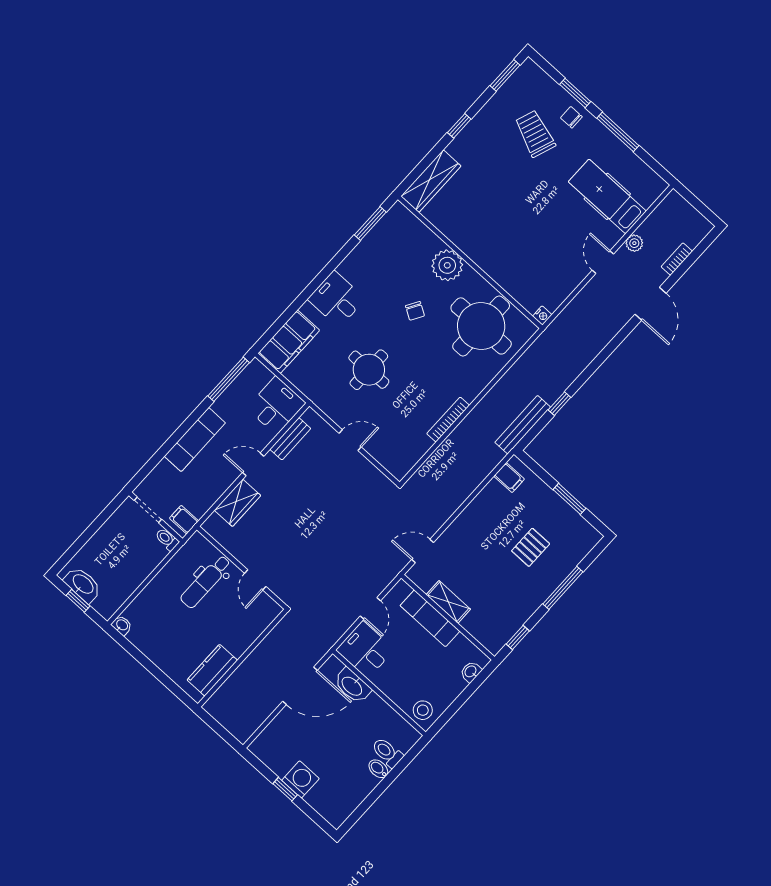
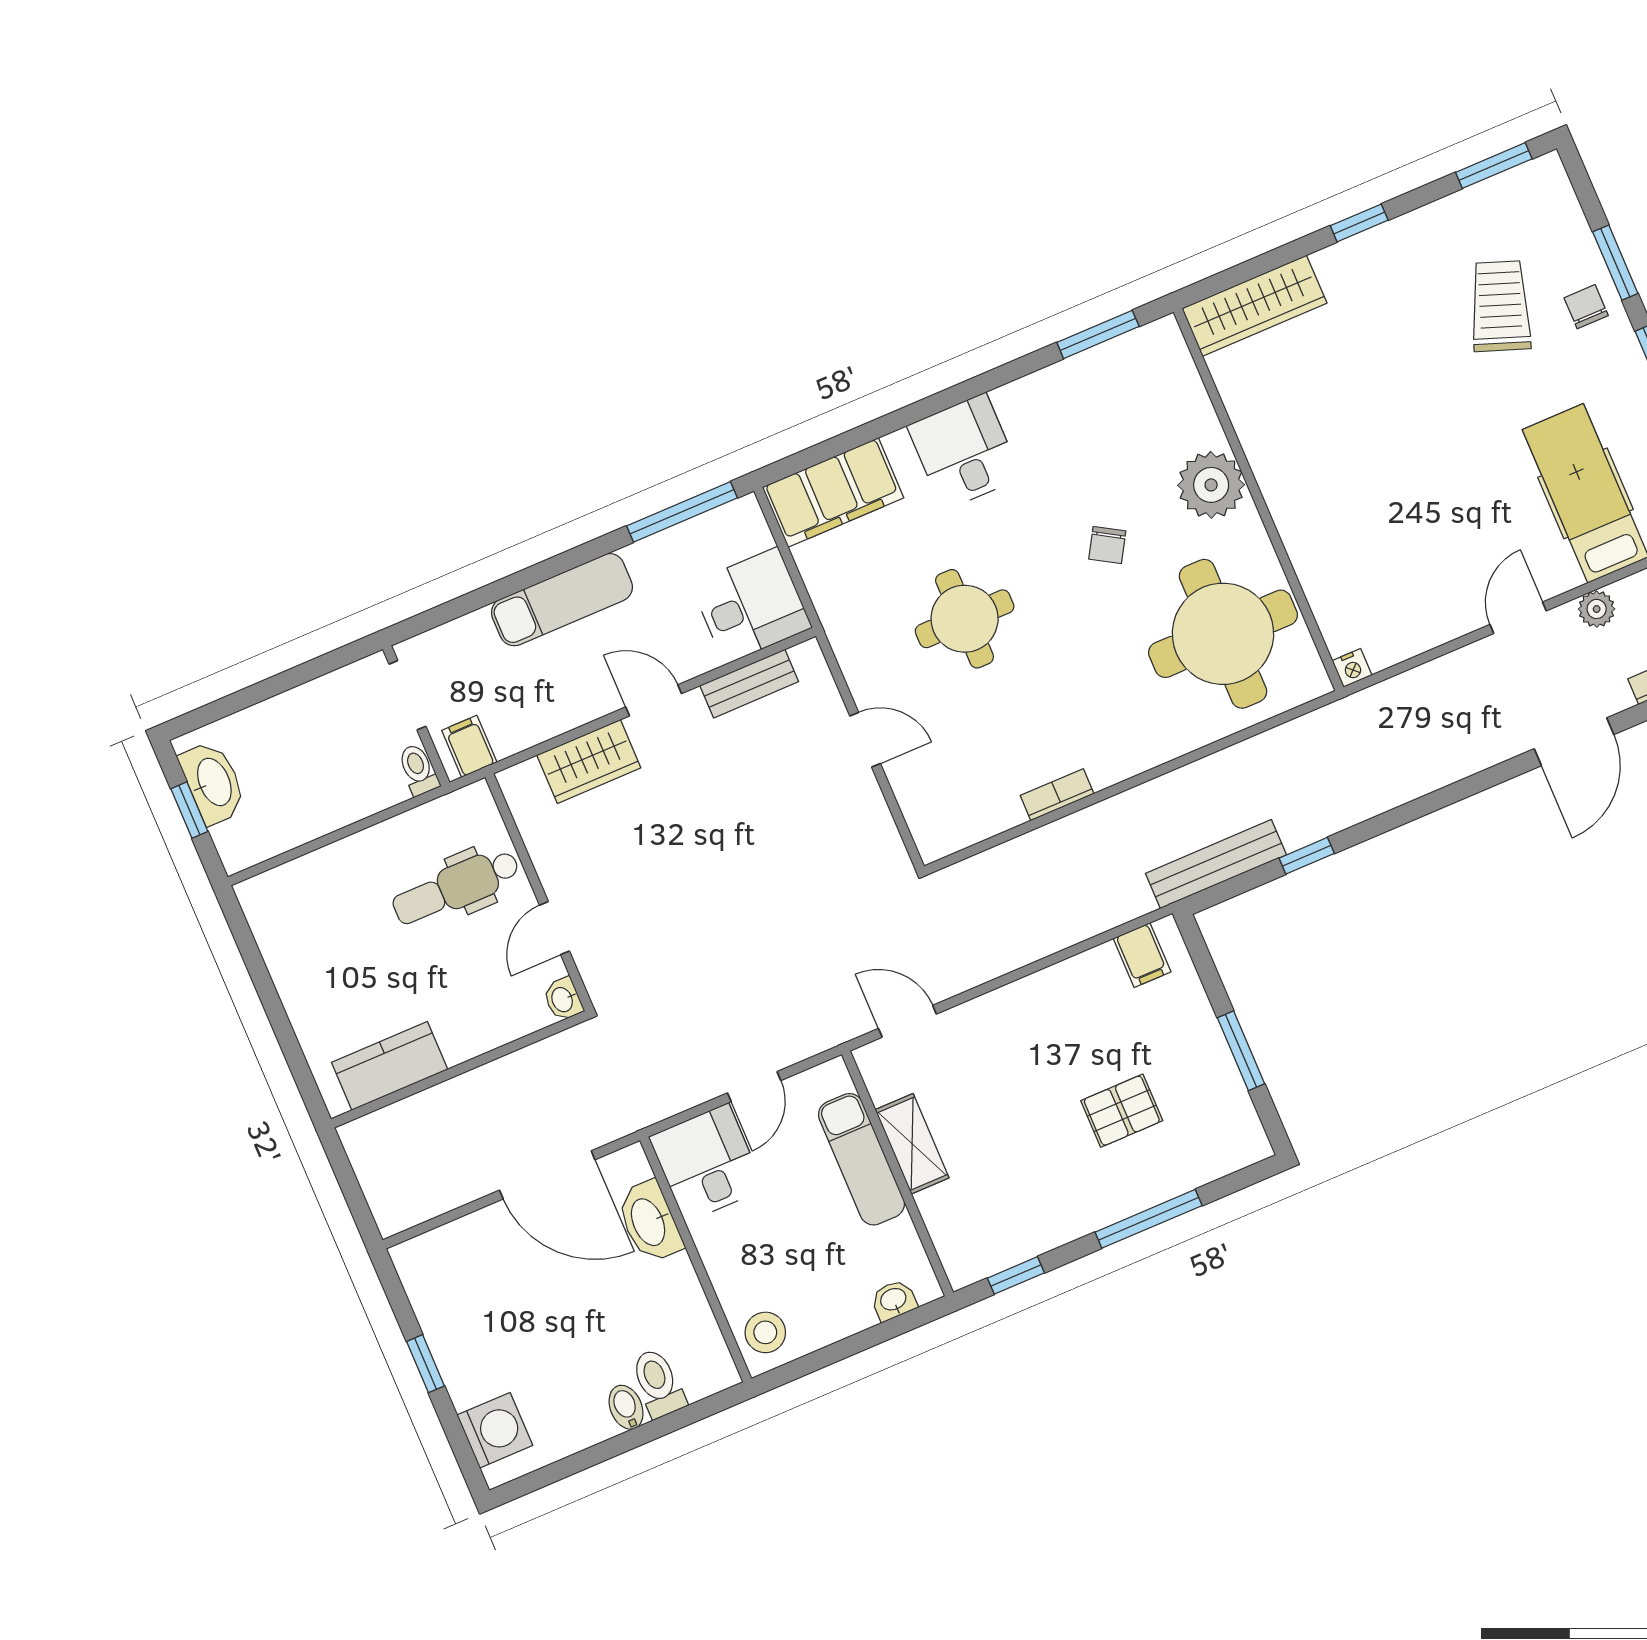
bookcase: (448, 420) -> (1057, 795), width x0.64
washbasin: (122, 625) -> (563, 999), moved, turned 180
washing machine: (300, 779) -> (495, 1430), moved

